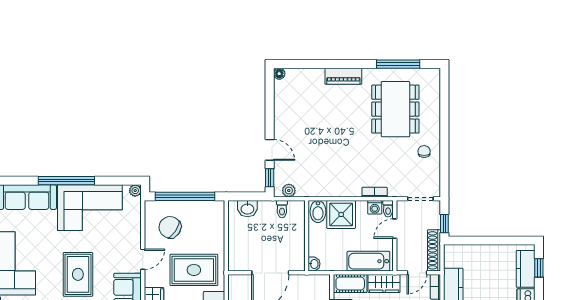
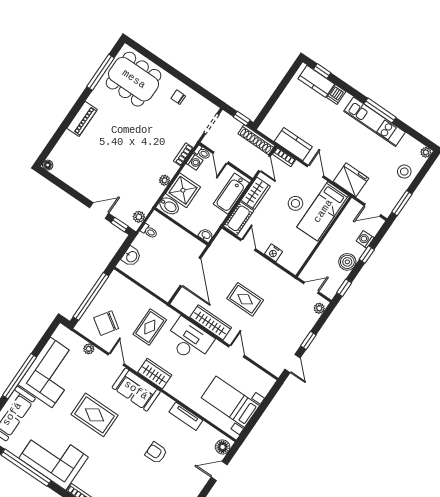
dining table: (395, 109) -> (134, 79), moved
plant: (135, 191) -> (89, 349), moved
plant: (339, 191) -> (165, 180), added
rug: (194, 270) -> (150, 327), width x0.73, depth x0.70

